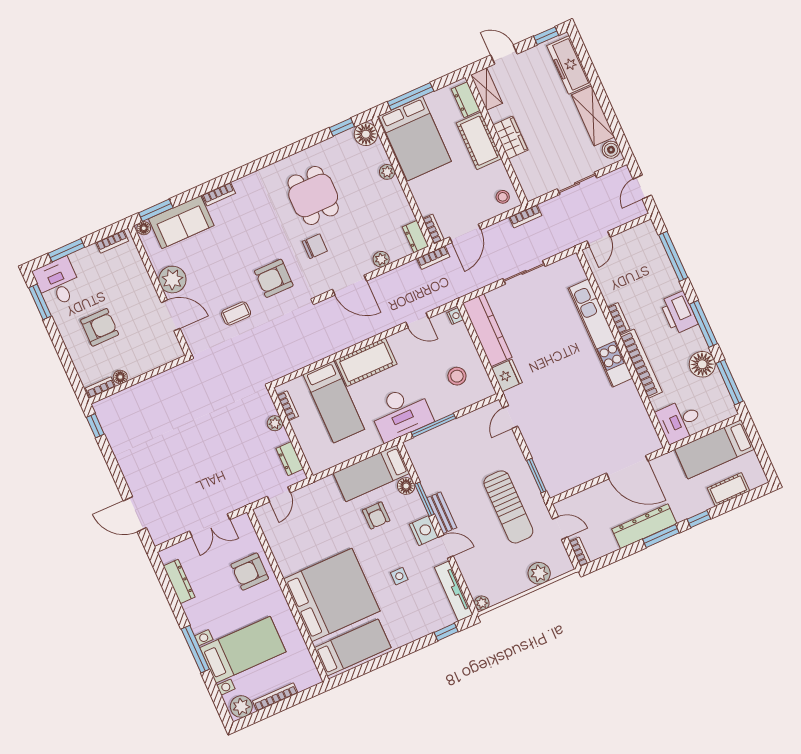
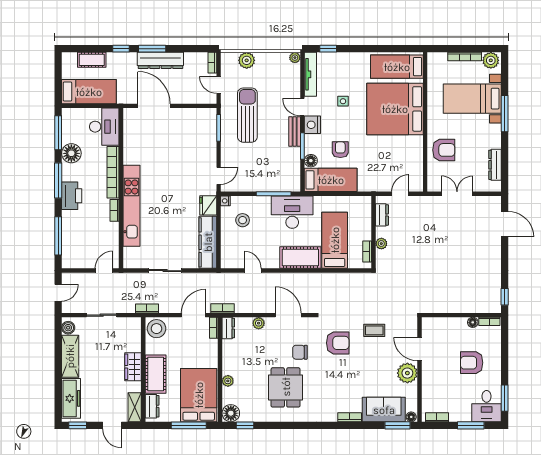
stool: (503, 197) -> (157, 329), width x1.89, depth x1.89
nightstand: (455, 316) -> (225, 201), moved
desk: (679, 421) -> (104, 127), width x1.37

